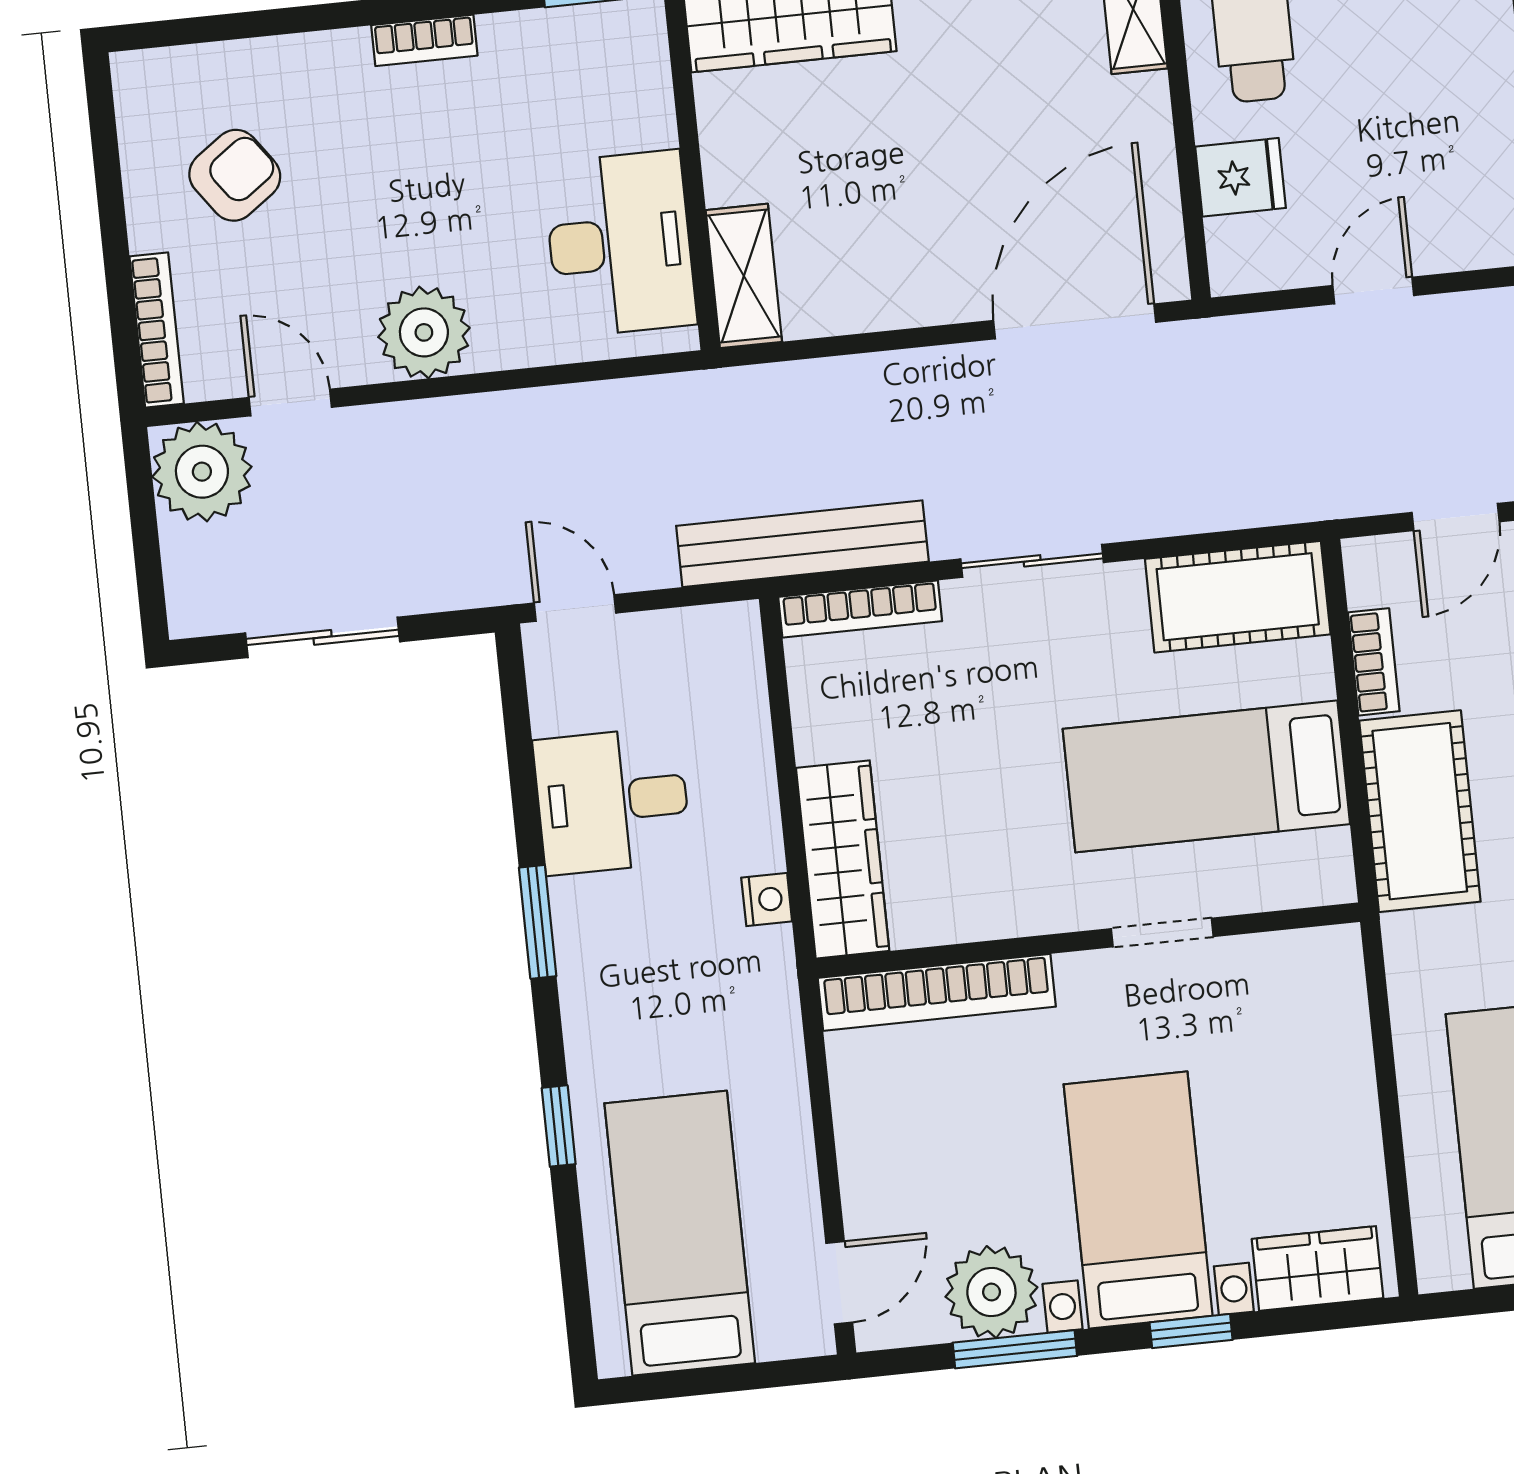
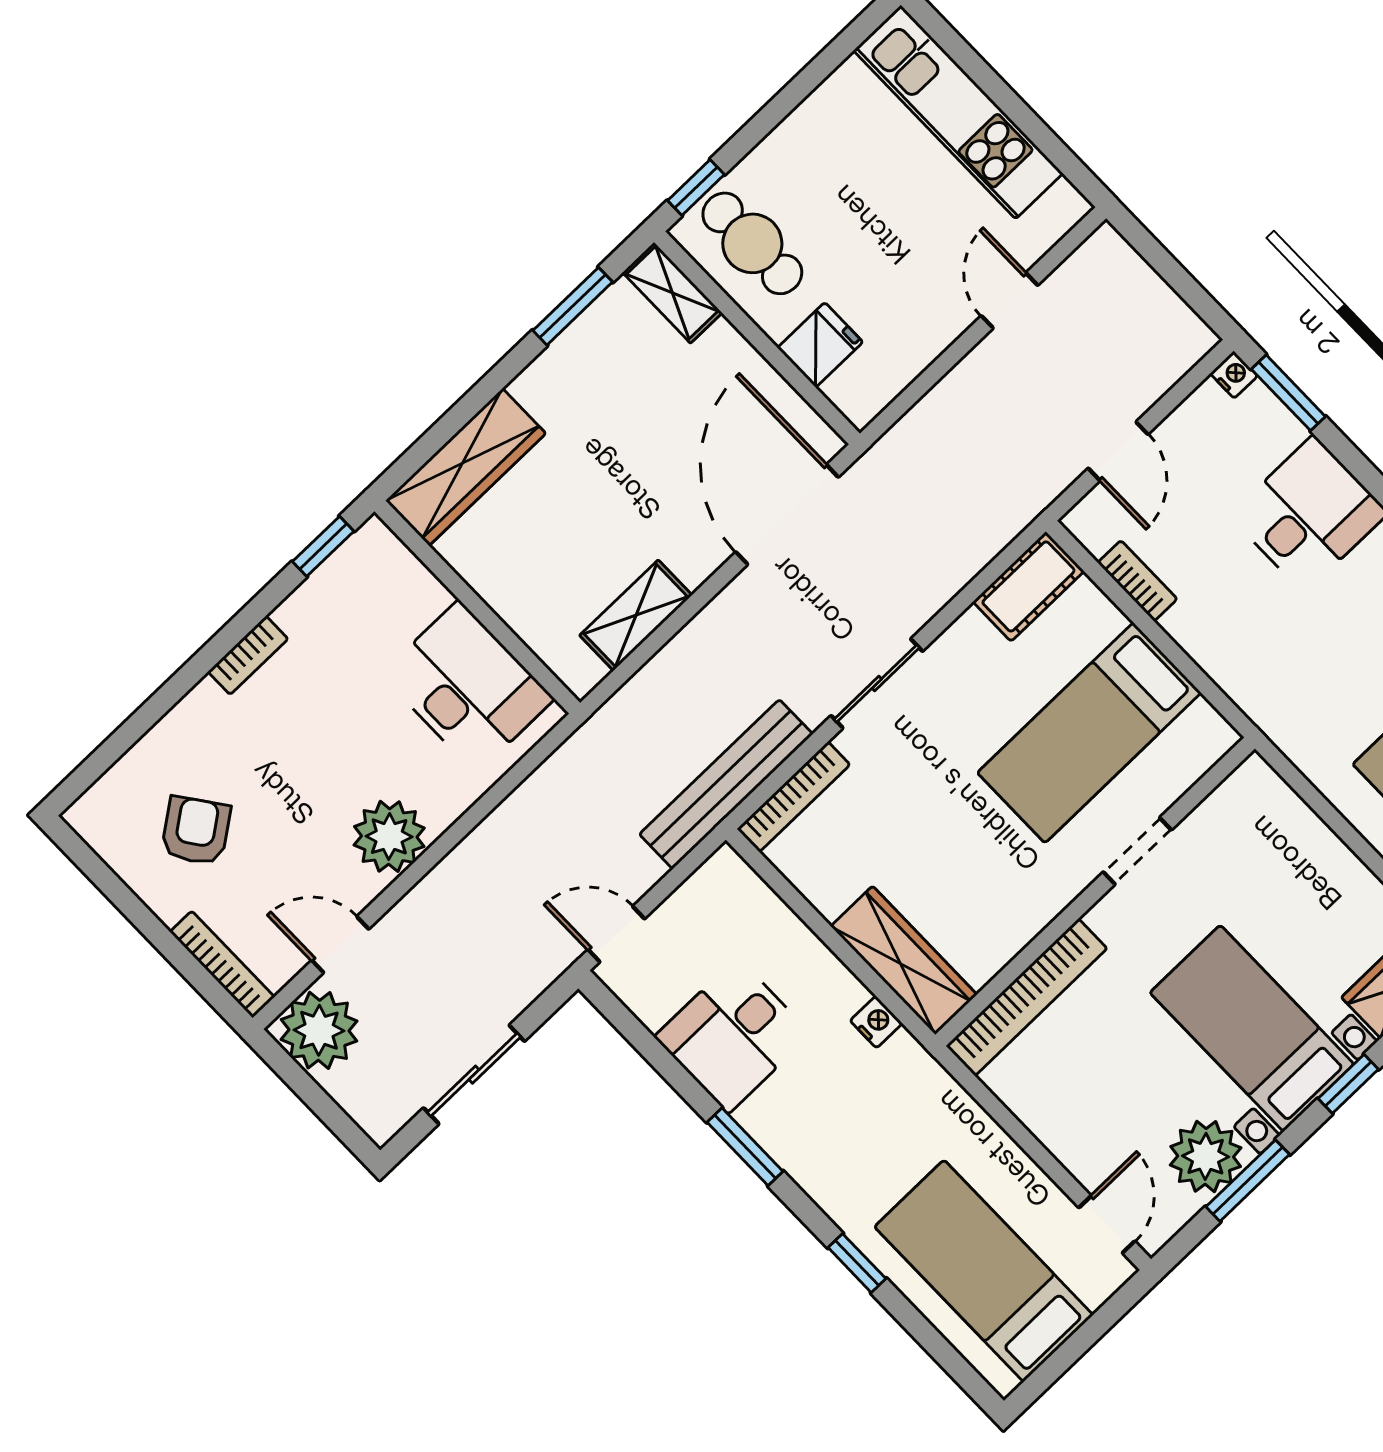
shelving: (744, 276) -> (636, 615), moved, turned 90
door: (1373, 291) -> (1009, 301), moved
cot: (1238, 597) -> (1028, 586), width x0.73, depth x0.75
cot: (1420, 811) -> (1238, 651), removed

